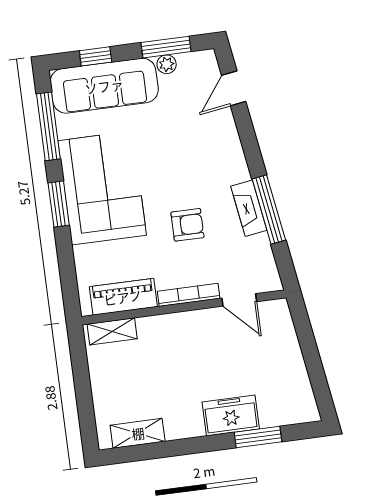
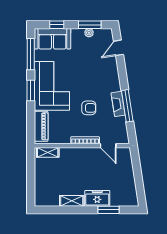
sofa: (104, 86) -> (52, 39), width x0.73
piano: (123, 297) -> (41, 126), moved, turned 90
shelving: (138, 433) -> (72, 201), moved

